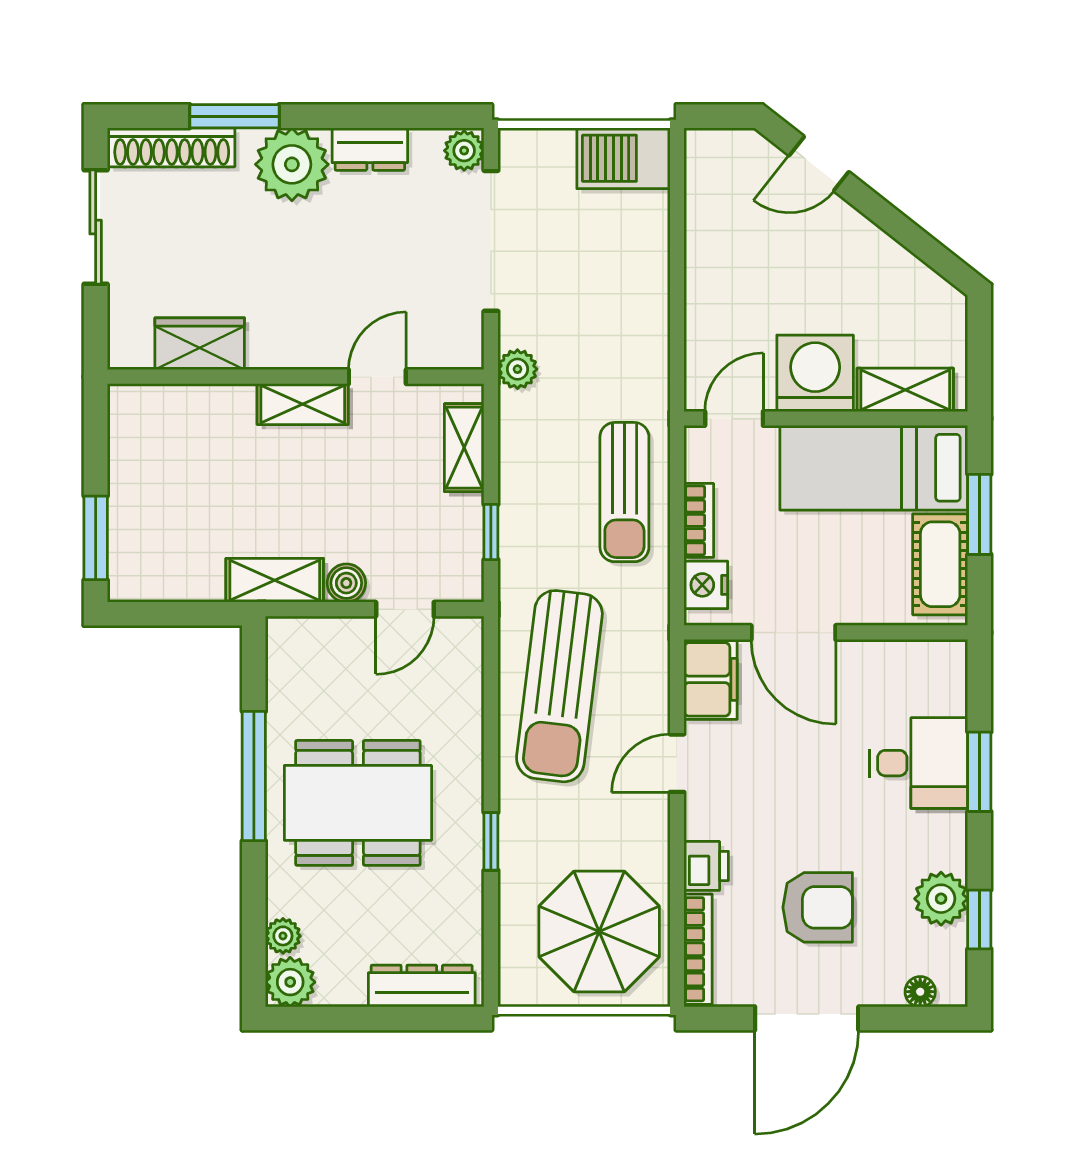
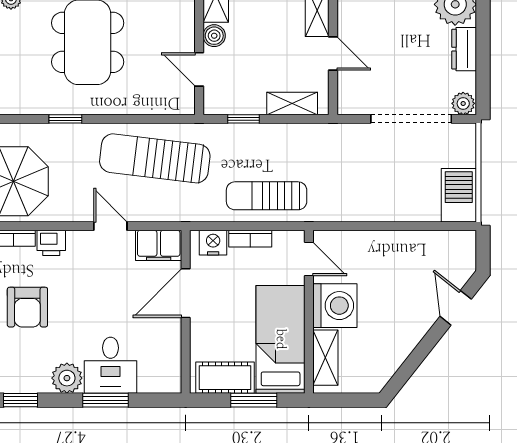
plant: (517, 369) -> (337, 134), removed
plant: (941, 899) -> (67, 378), moved

